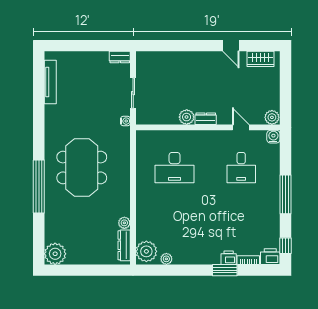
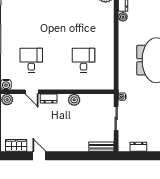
dresser: (120, 57) -> (138, 147), moved
bench: (152, 57) -> (101, 147), added
dresser: (206, 119) -> (49, 99), moved
desk: (175, 168) -> (84, 60), width x0.73

